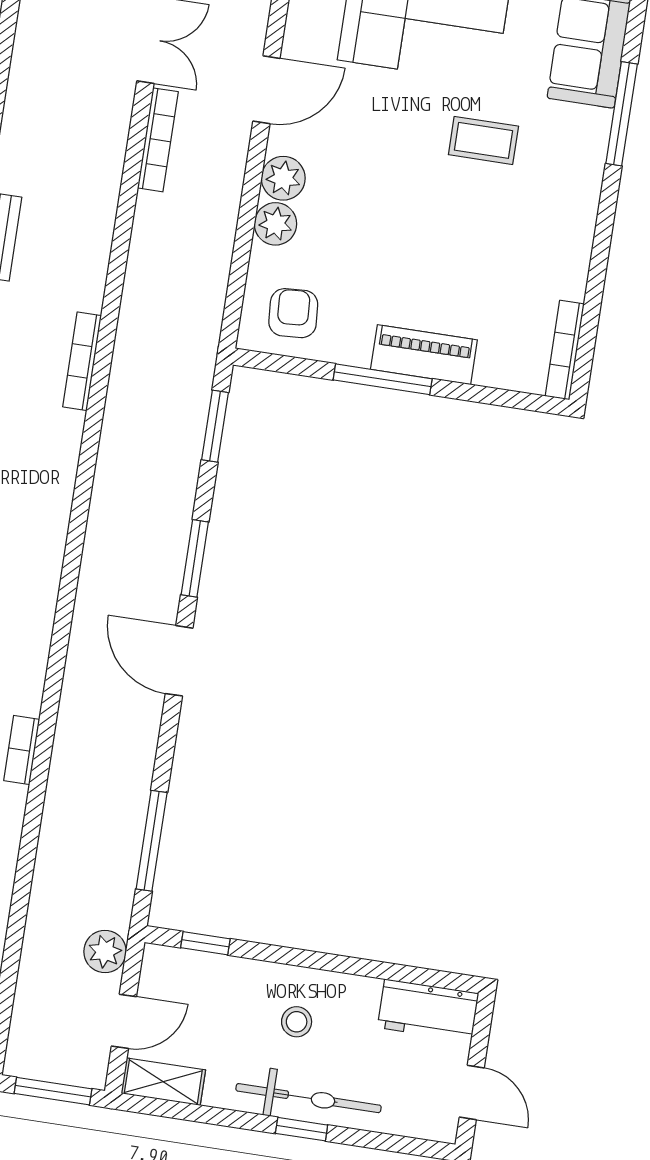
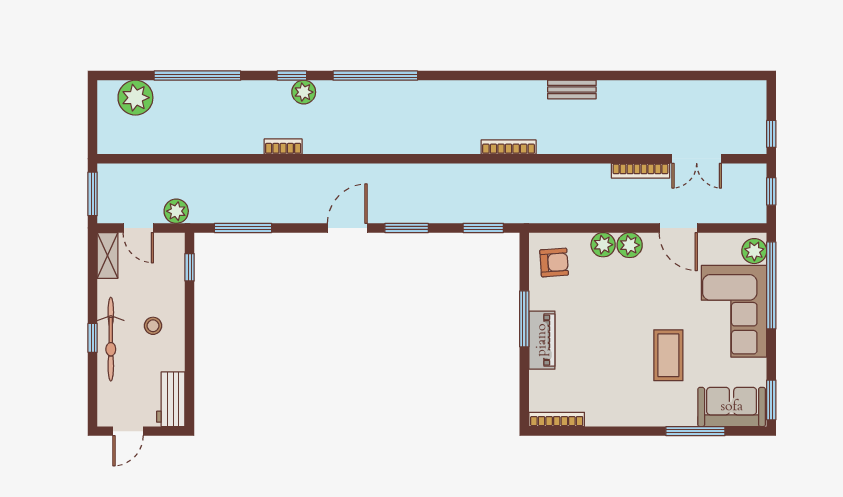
coffee table: (483, 140) -> (668, 355), width x1.36, depth x1.30

